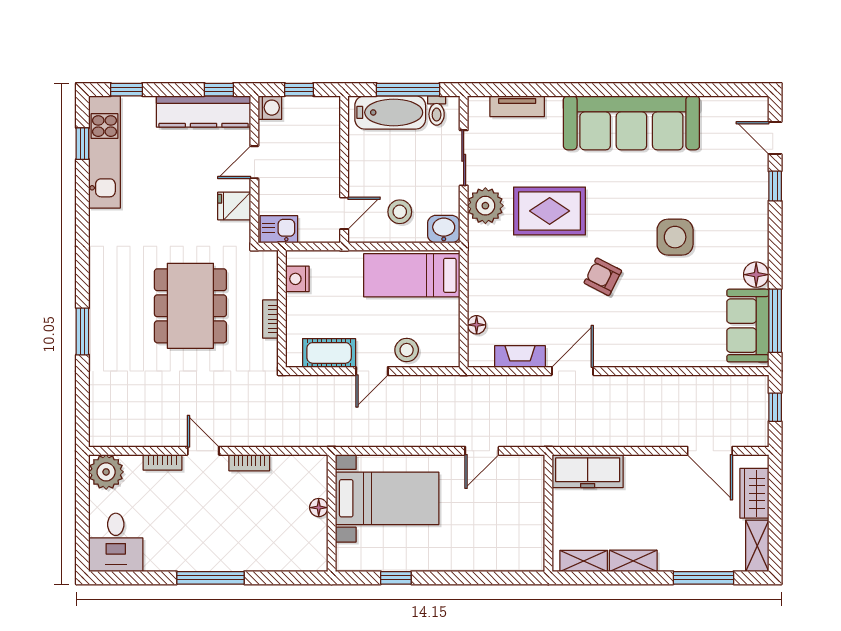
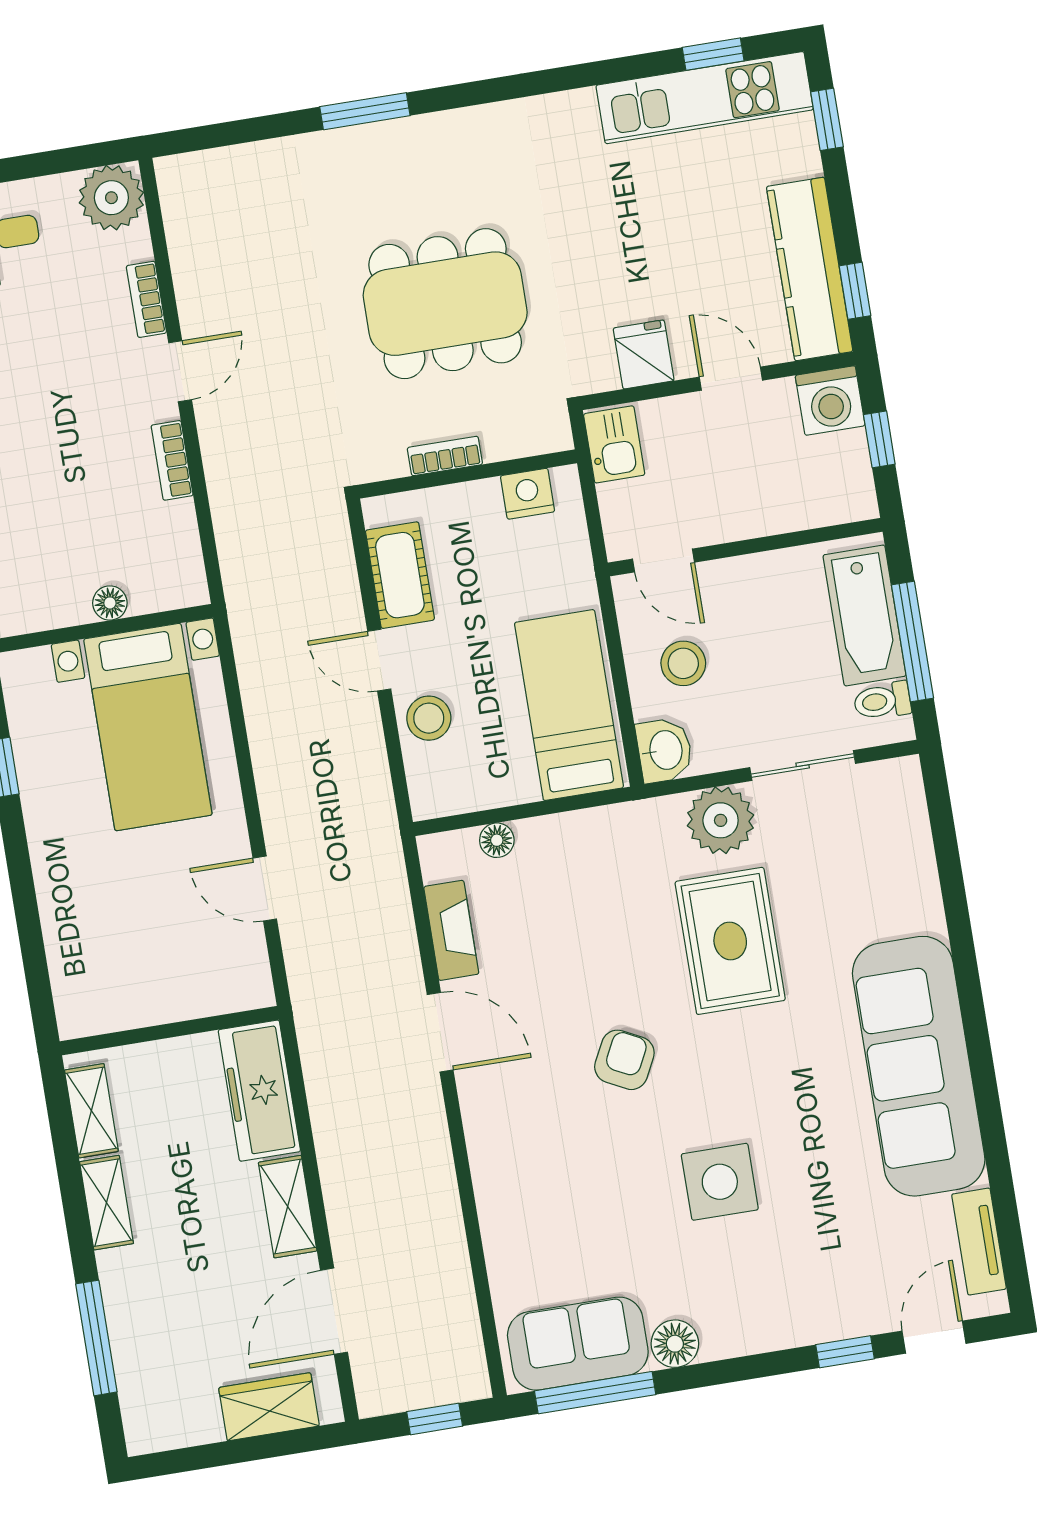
tv unit: (517, 106) -> (979, 1242), moved
washing machine: (270, 108) -> (830, 400), width x1.38, depth x1.38
shelving: (757, 546) -> (288, 1207), moved, turned 90

